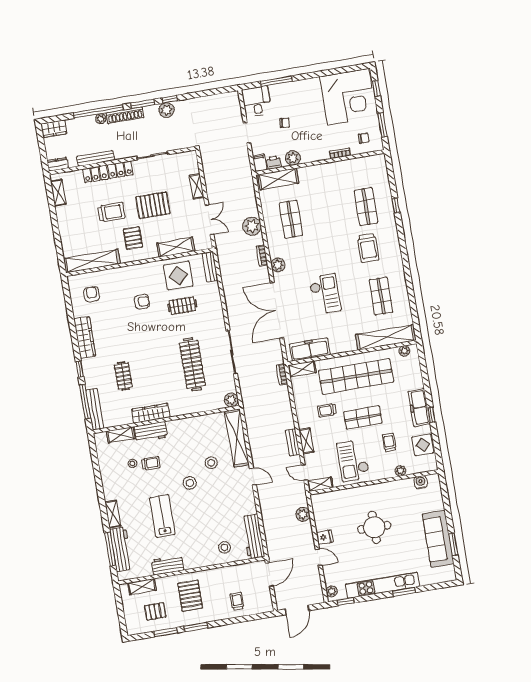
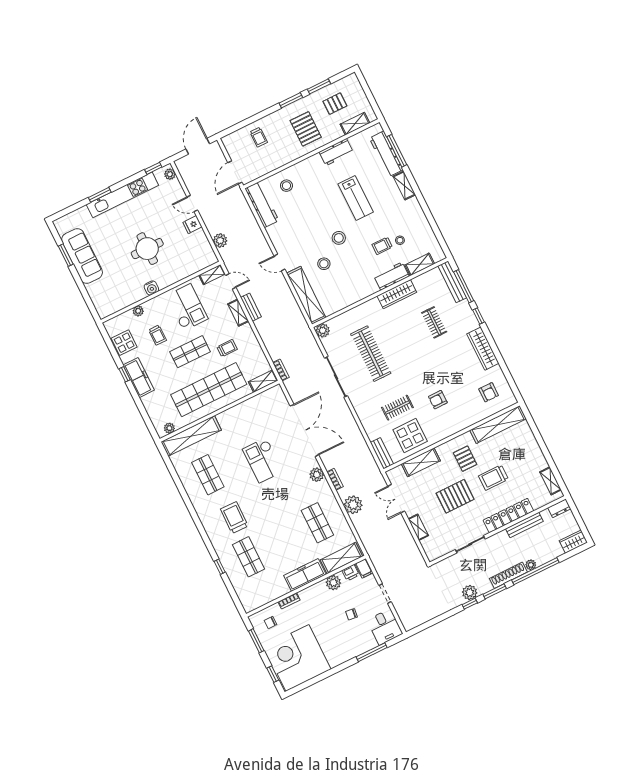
freezer: (310, 349) -> (305, 575), moved, turned 180
water cooler: (421, 482) -> (151, 288), moved

